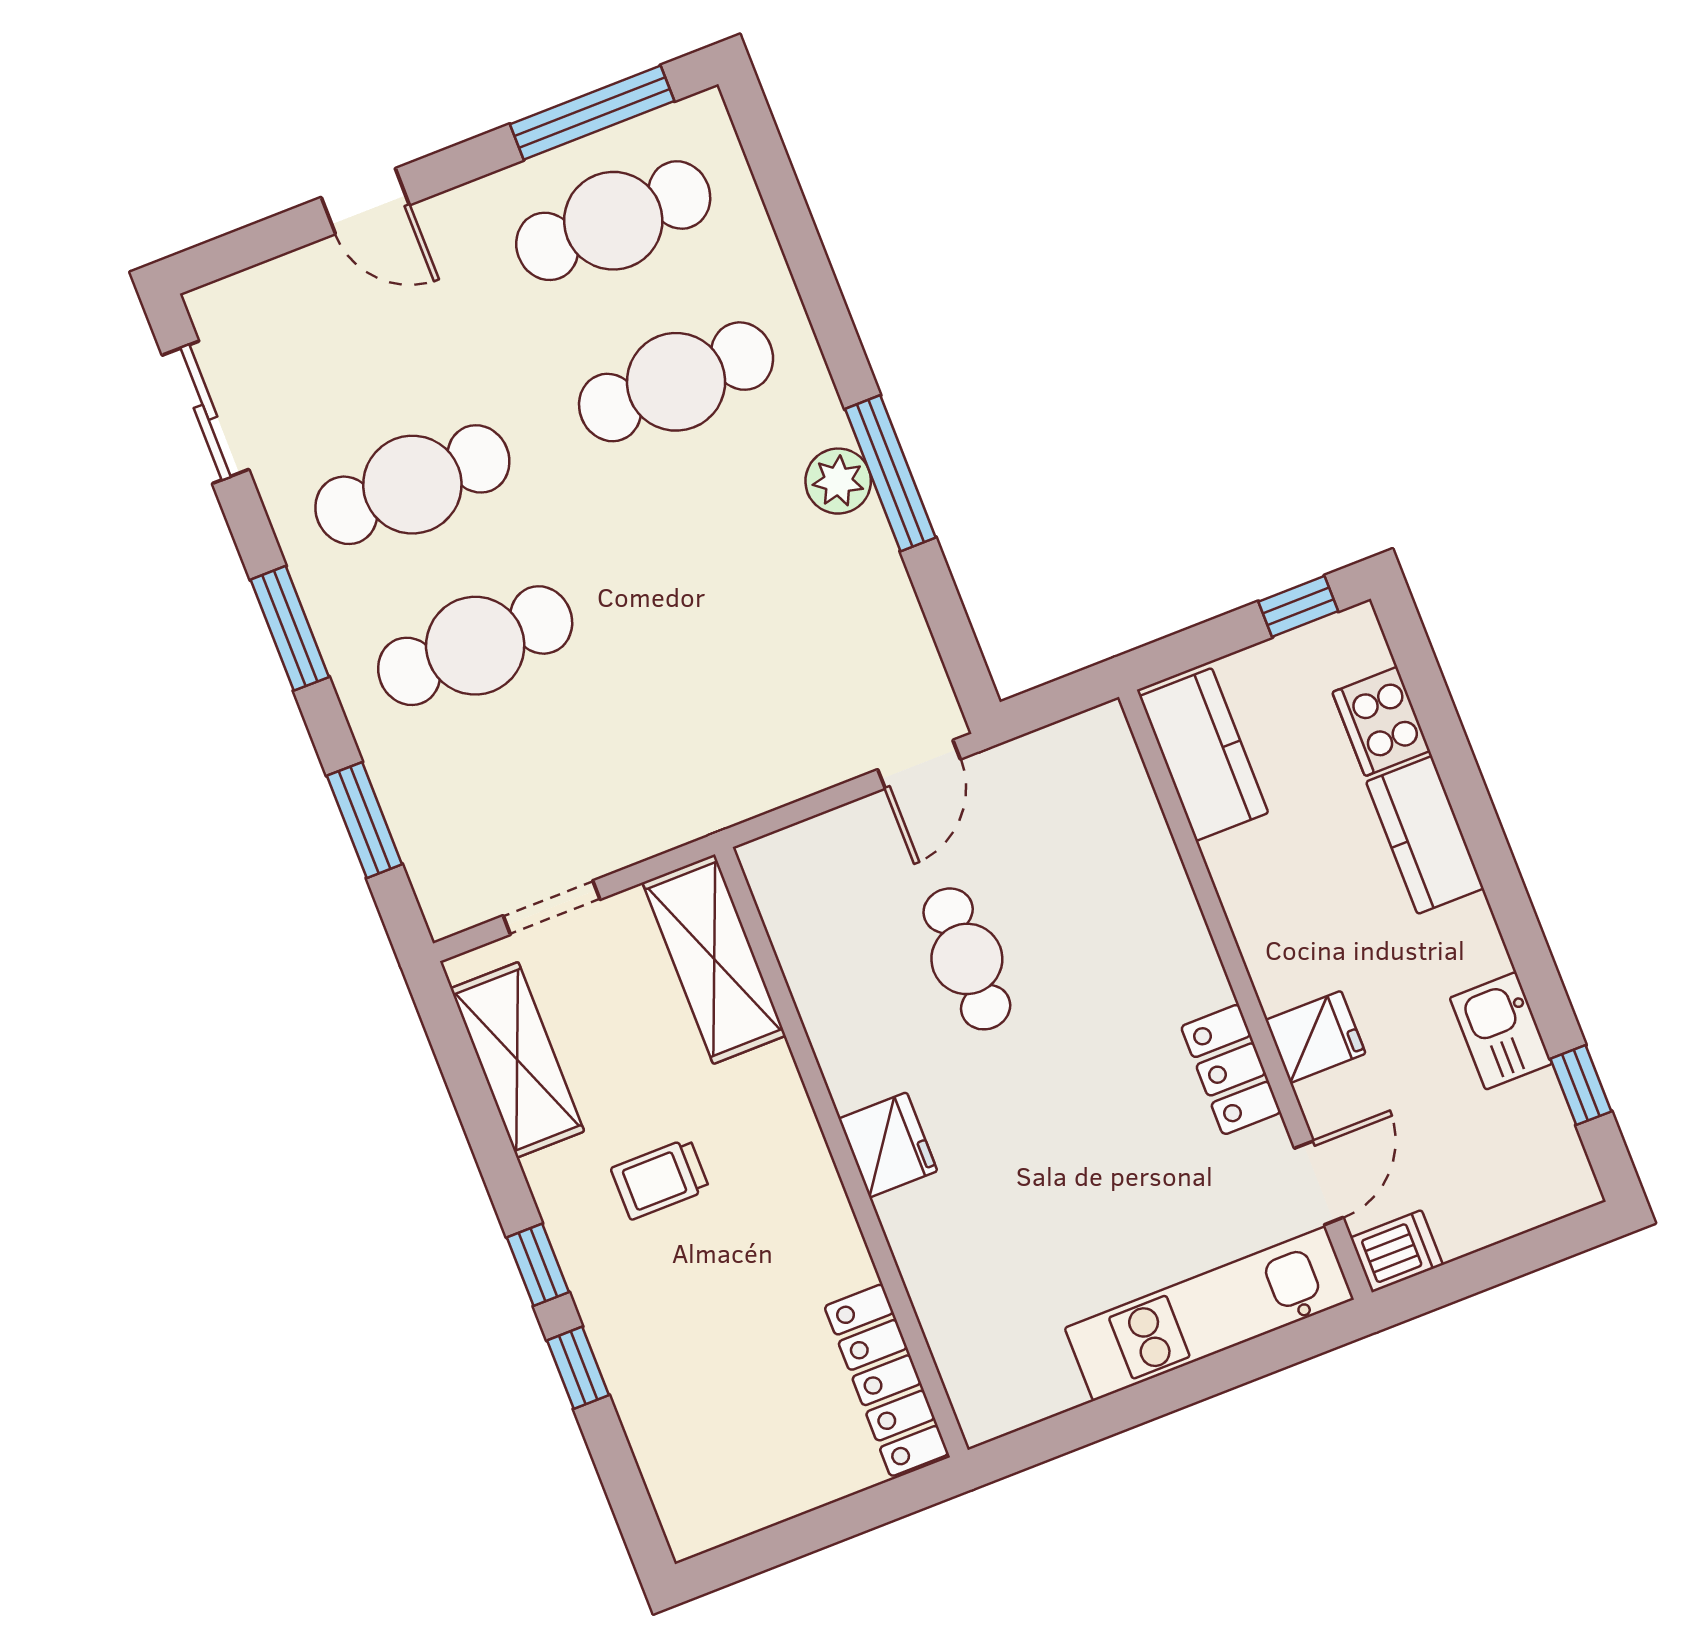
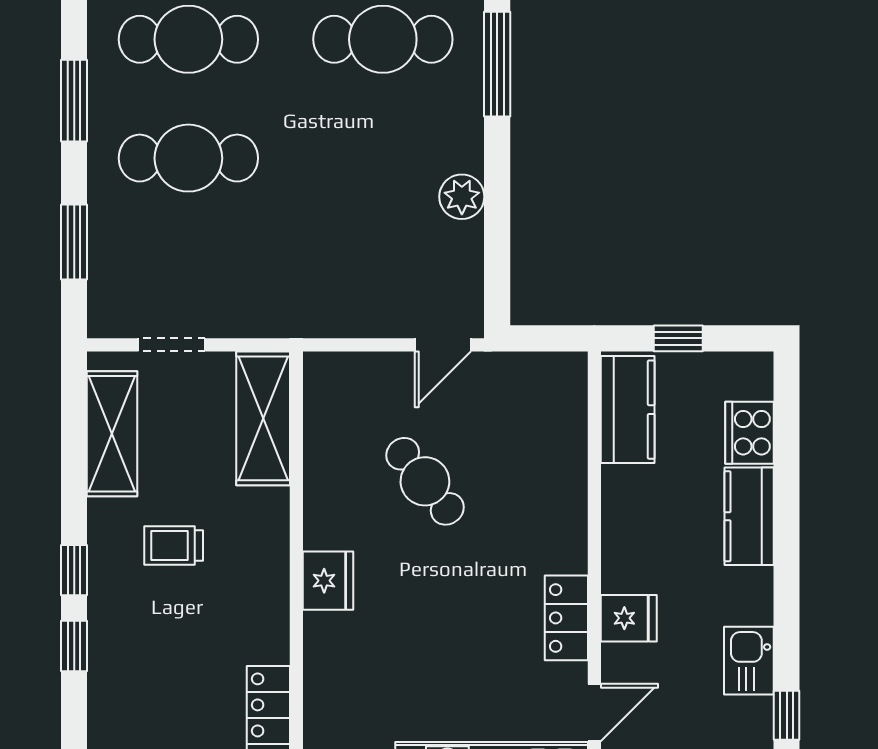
window: (890, 473) -> (497, 64), moved
plant: (838, 481) -> (462, 197), moved
window: (1298, 606) -> (678, 338), moved
cafe table: (967, 959) -> (425, 481), turned -39

